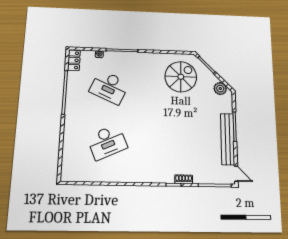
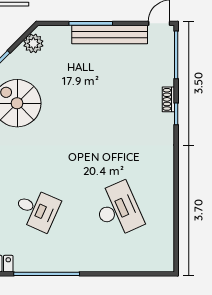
desk: (109, 87) -> (37, 210), width x0.73

